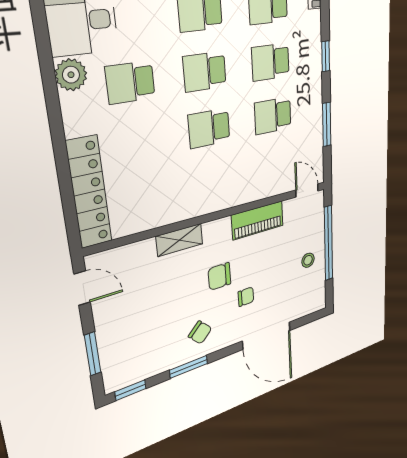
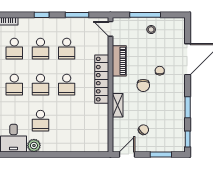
door: (307, 190) -> (110, 29), hinge flipped
locker: (89, 193) -> (102, 79), moved, turned -90
window: (329, 243) -> (145, 15), width x0.68
chair: (200, 332) -> (143, 130), moved

